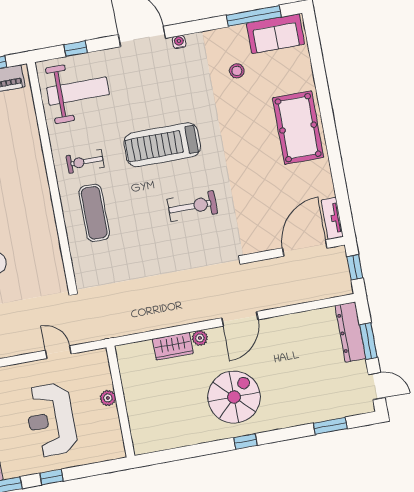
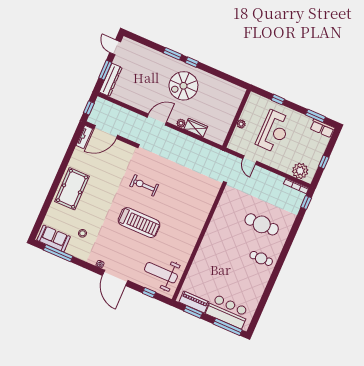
exercise bike: (85, 161) -> (179, 238), removed
exercise mat: (94, 213) -> (191, 212), removed
window: (330, 426) -> (172, 54), moved
window: (52, 477) -> (278, 100), moved

